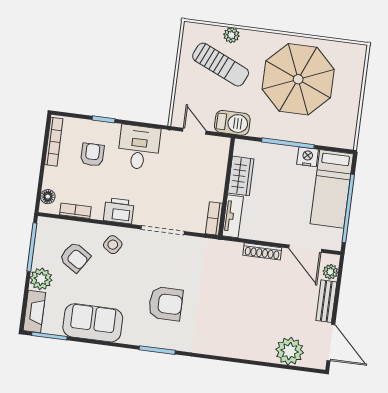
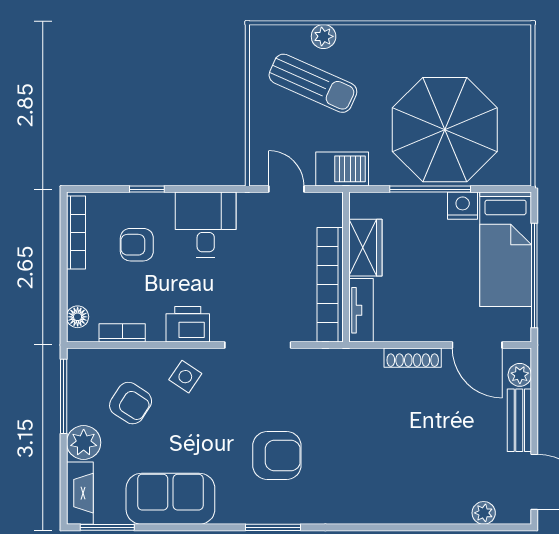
parasol: (298, 79) -> (445, 130), moved
armchair: (92, 155) -> (137, 245), turned -90
bookcase: (214, 218) -> (330, 285), width x2.31, depth x1.31
plant: (290, 351) -> (484, 513), width x0.53, depth x0.53

